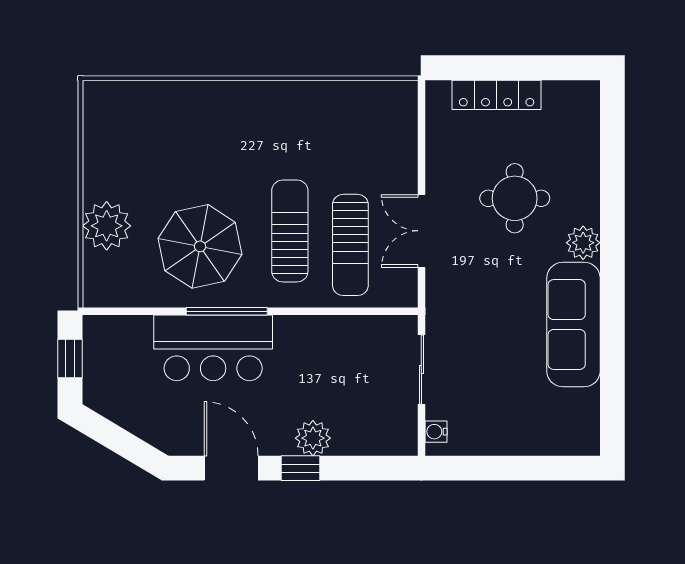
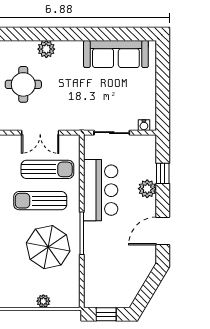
plant: (107, 226) -> (43, 301), width x0.53, depth x0.53
sofa: (573, 325) -> (116, 54), moved
bar counter: (213, 348) -> (101, 190), moved
window: (300, 468) -> (163, 173), moved

